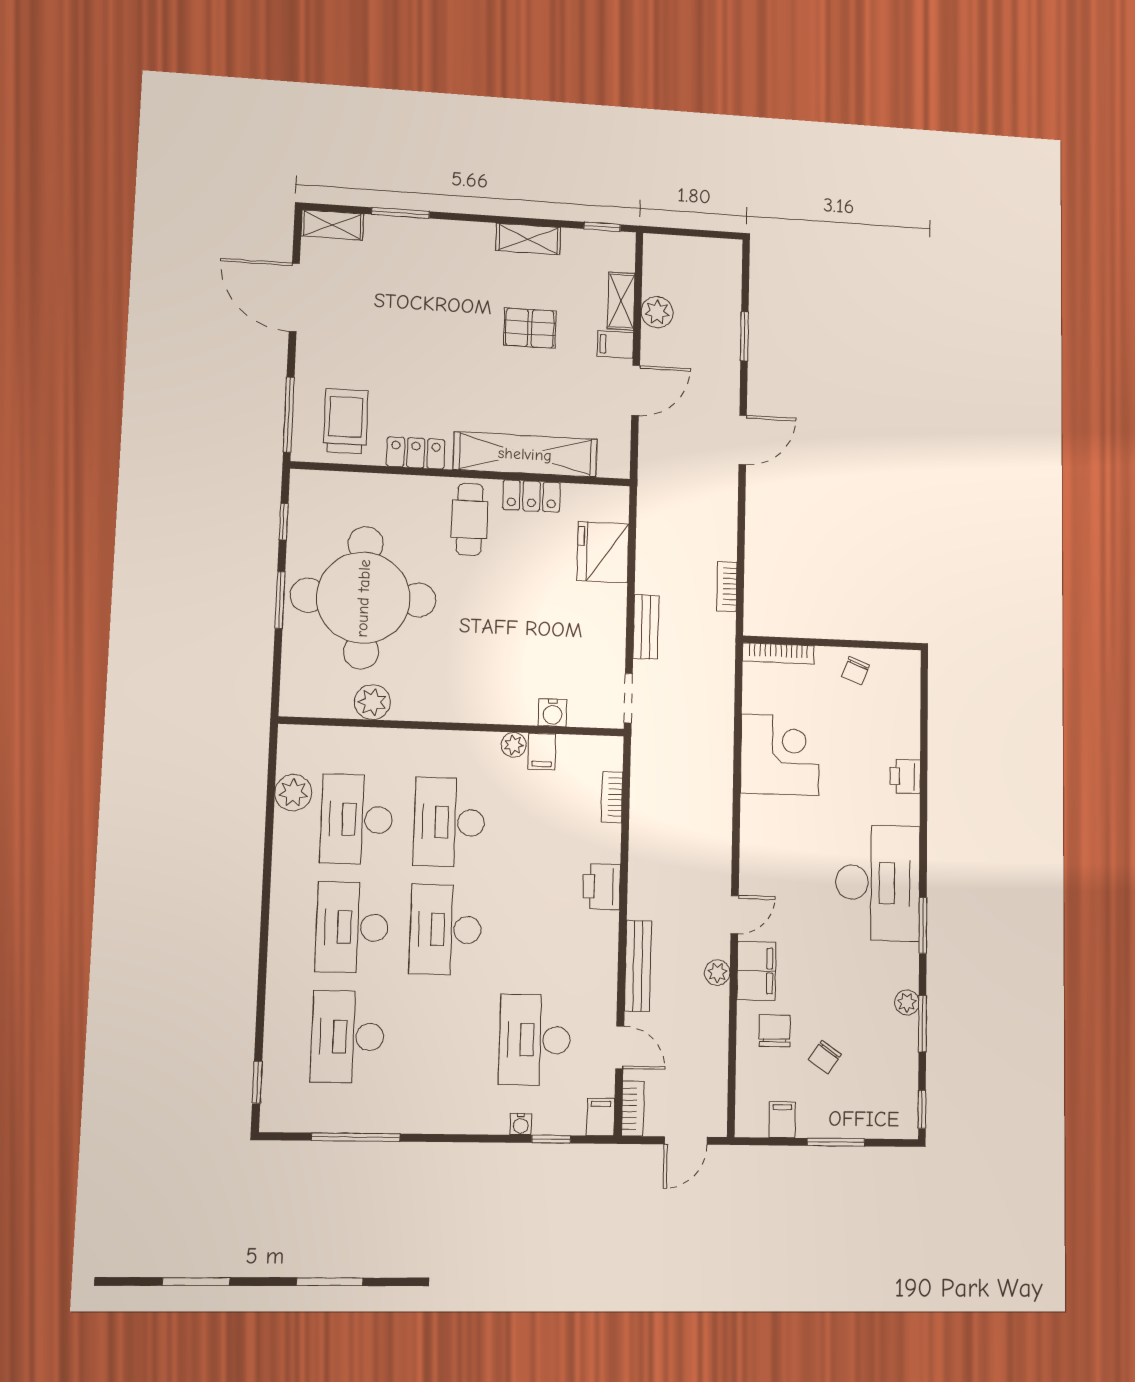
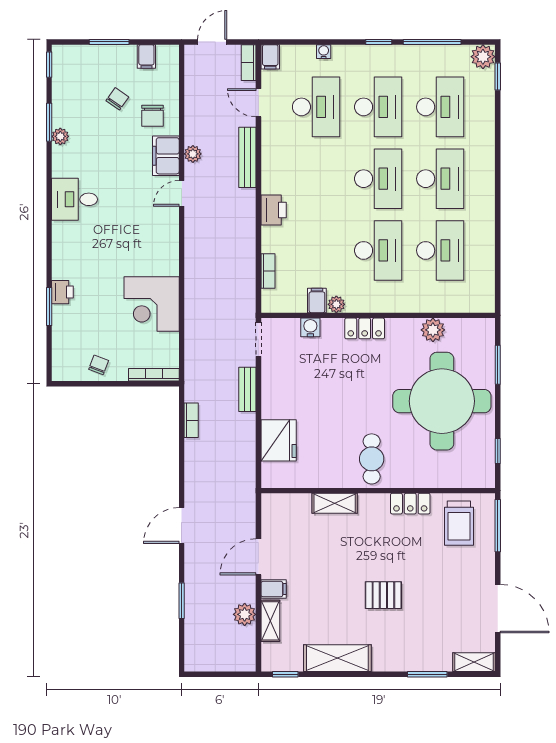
shelving: (528, 239) -> (337, 658), width x1.50, depth x1.33
pallet: (530, 328) -> (383, 595), moved
shelving: (525, 454) -> (335, 503), width x0.45, depth x0.75
locker: (531, 496) -> (365, 328), moved, turned 180
window: (280, 600) -> (498, 365), moved
plant: (293, 793) -> (483, 57), moved
desk: (878, 883) -> (75, 199), width x0.53, depth x0.77
window: (923, 926) -> (49, 307), moved
desk: (442, 1038) -> (378, 107), added
window: (551, 1139) -> (379, 42), moved

